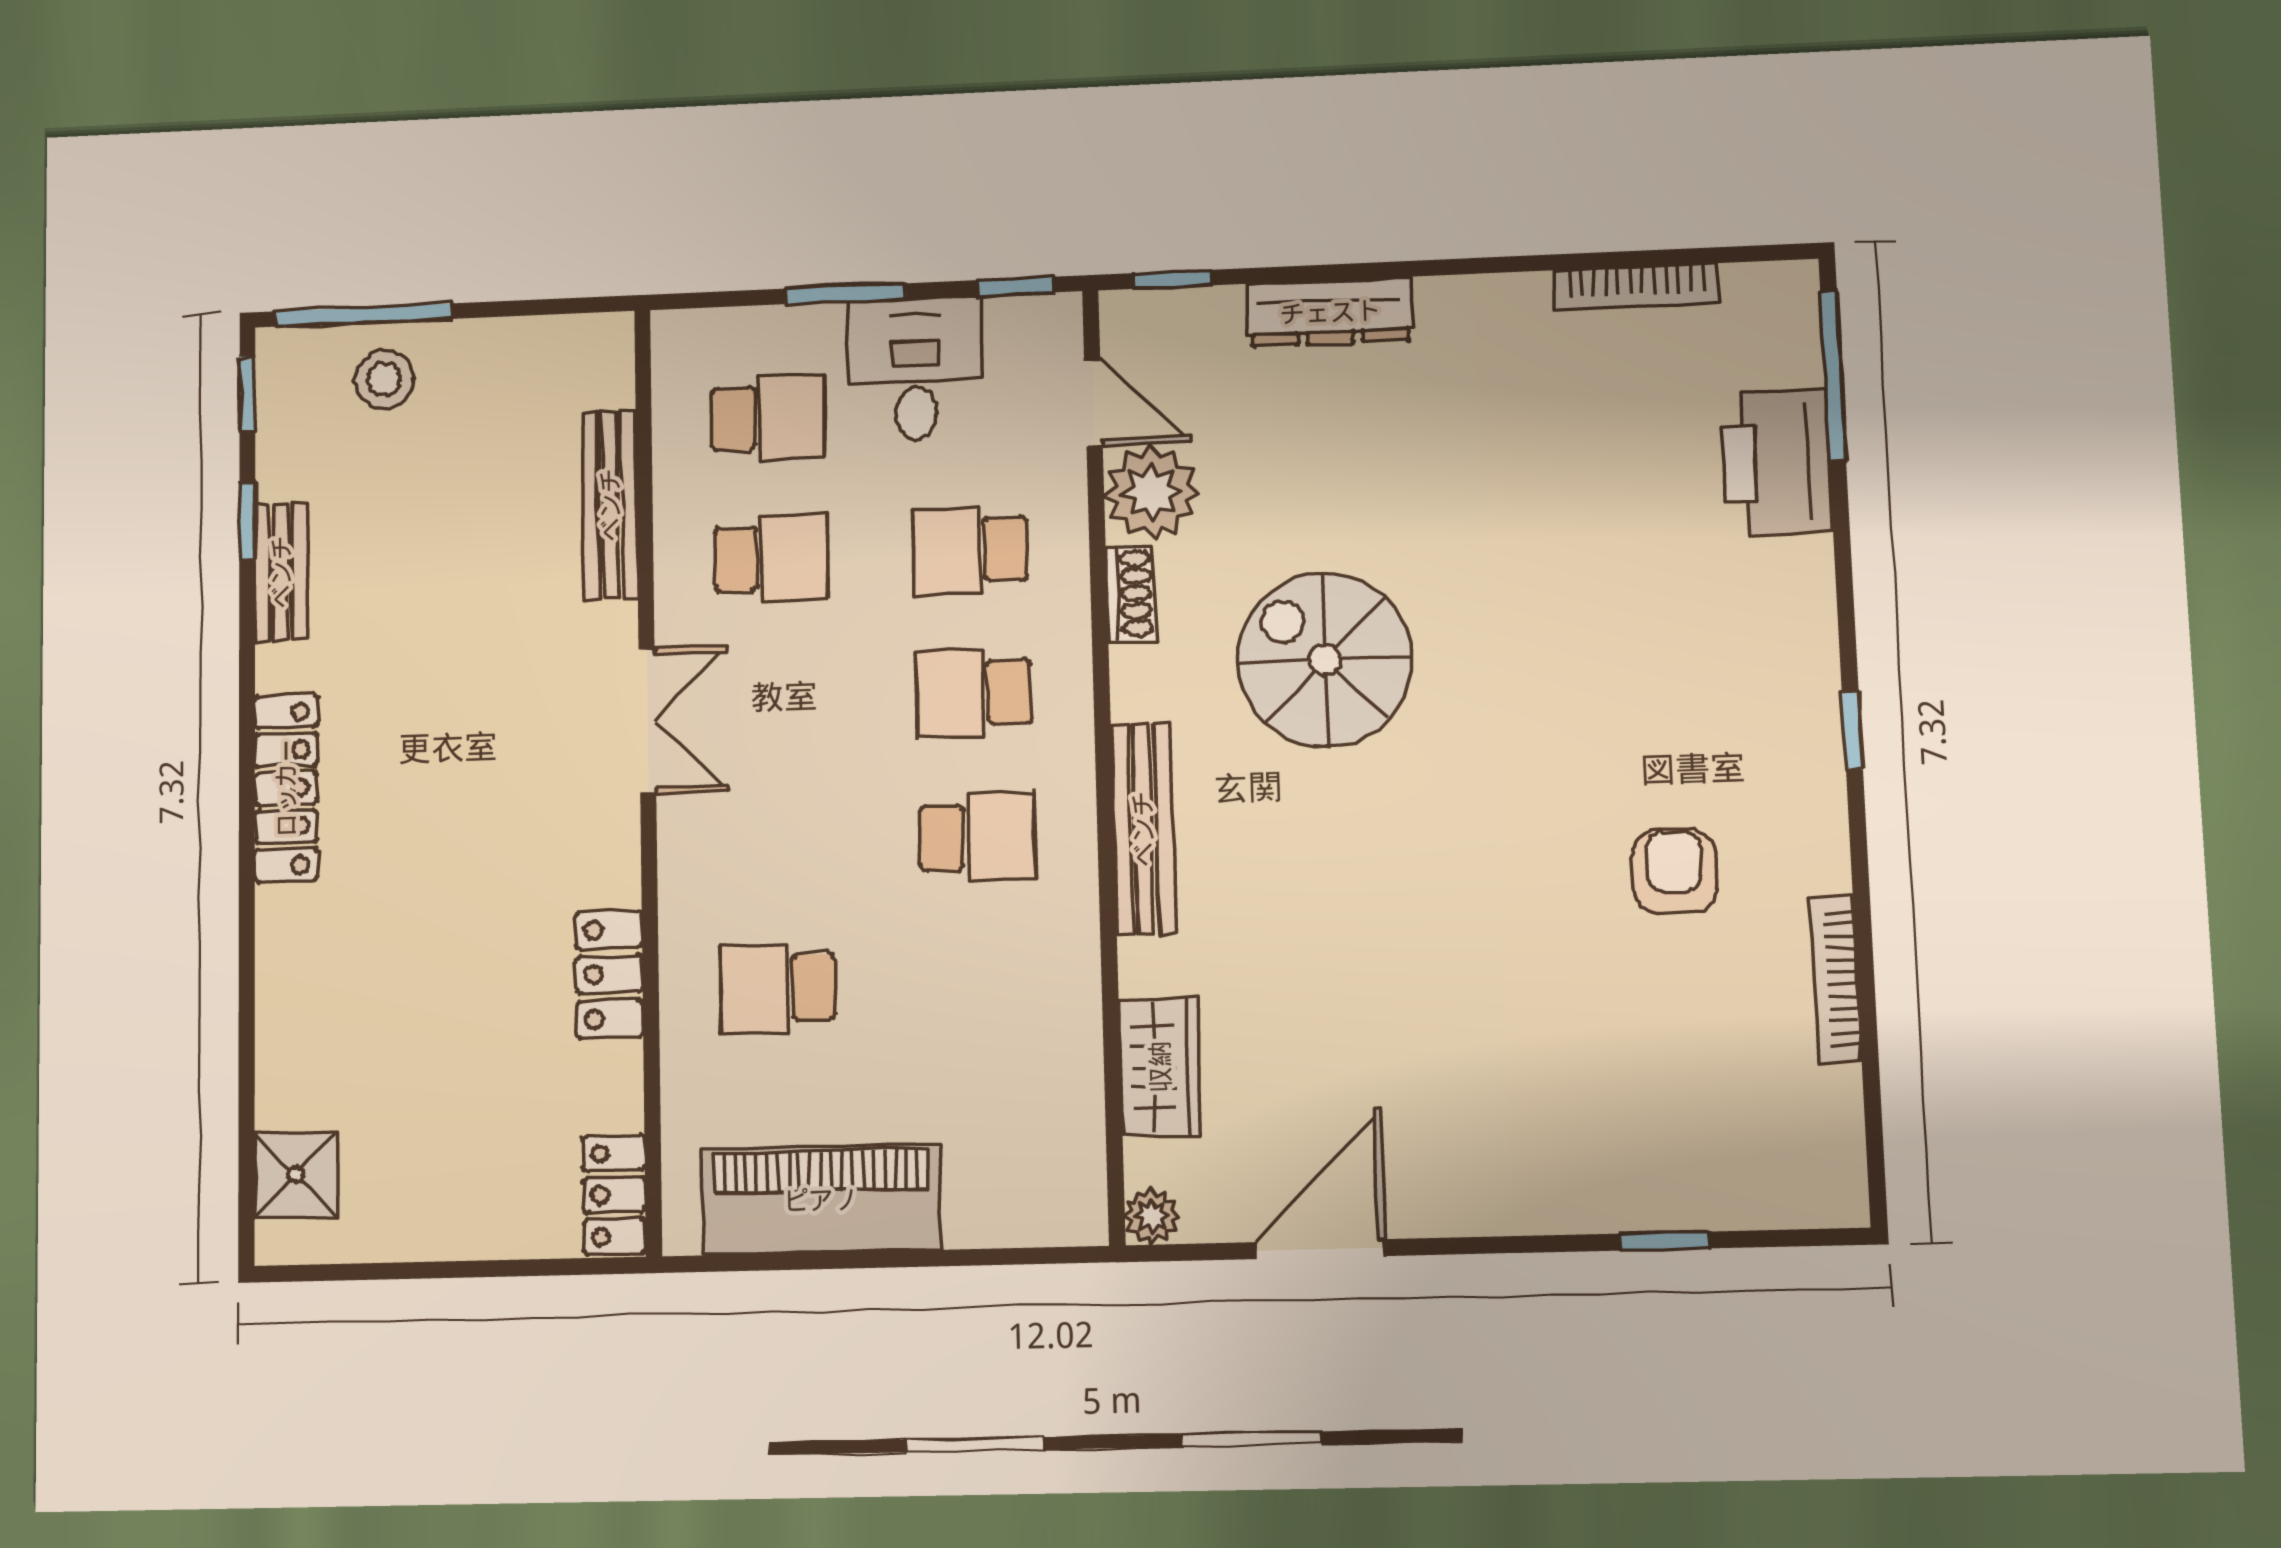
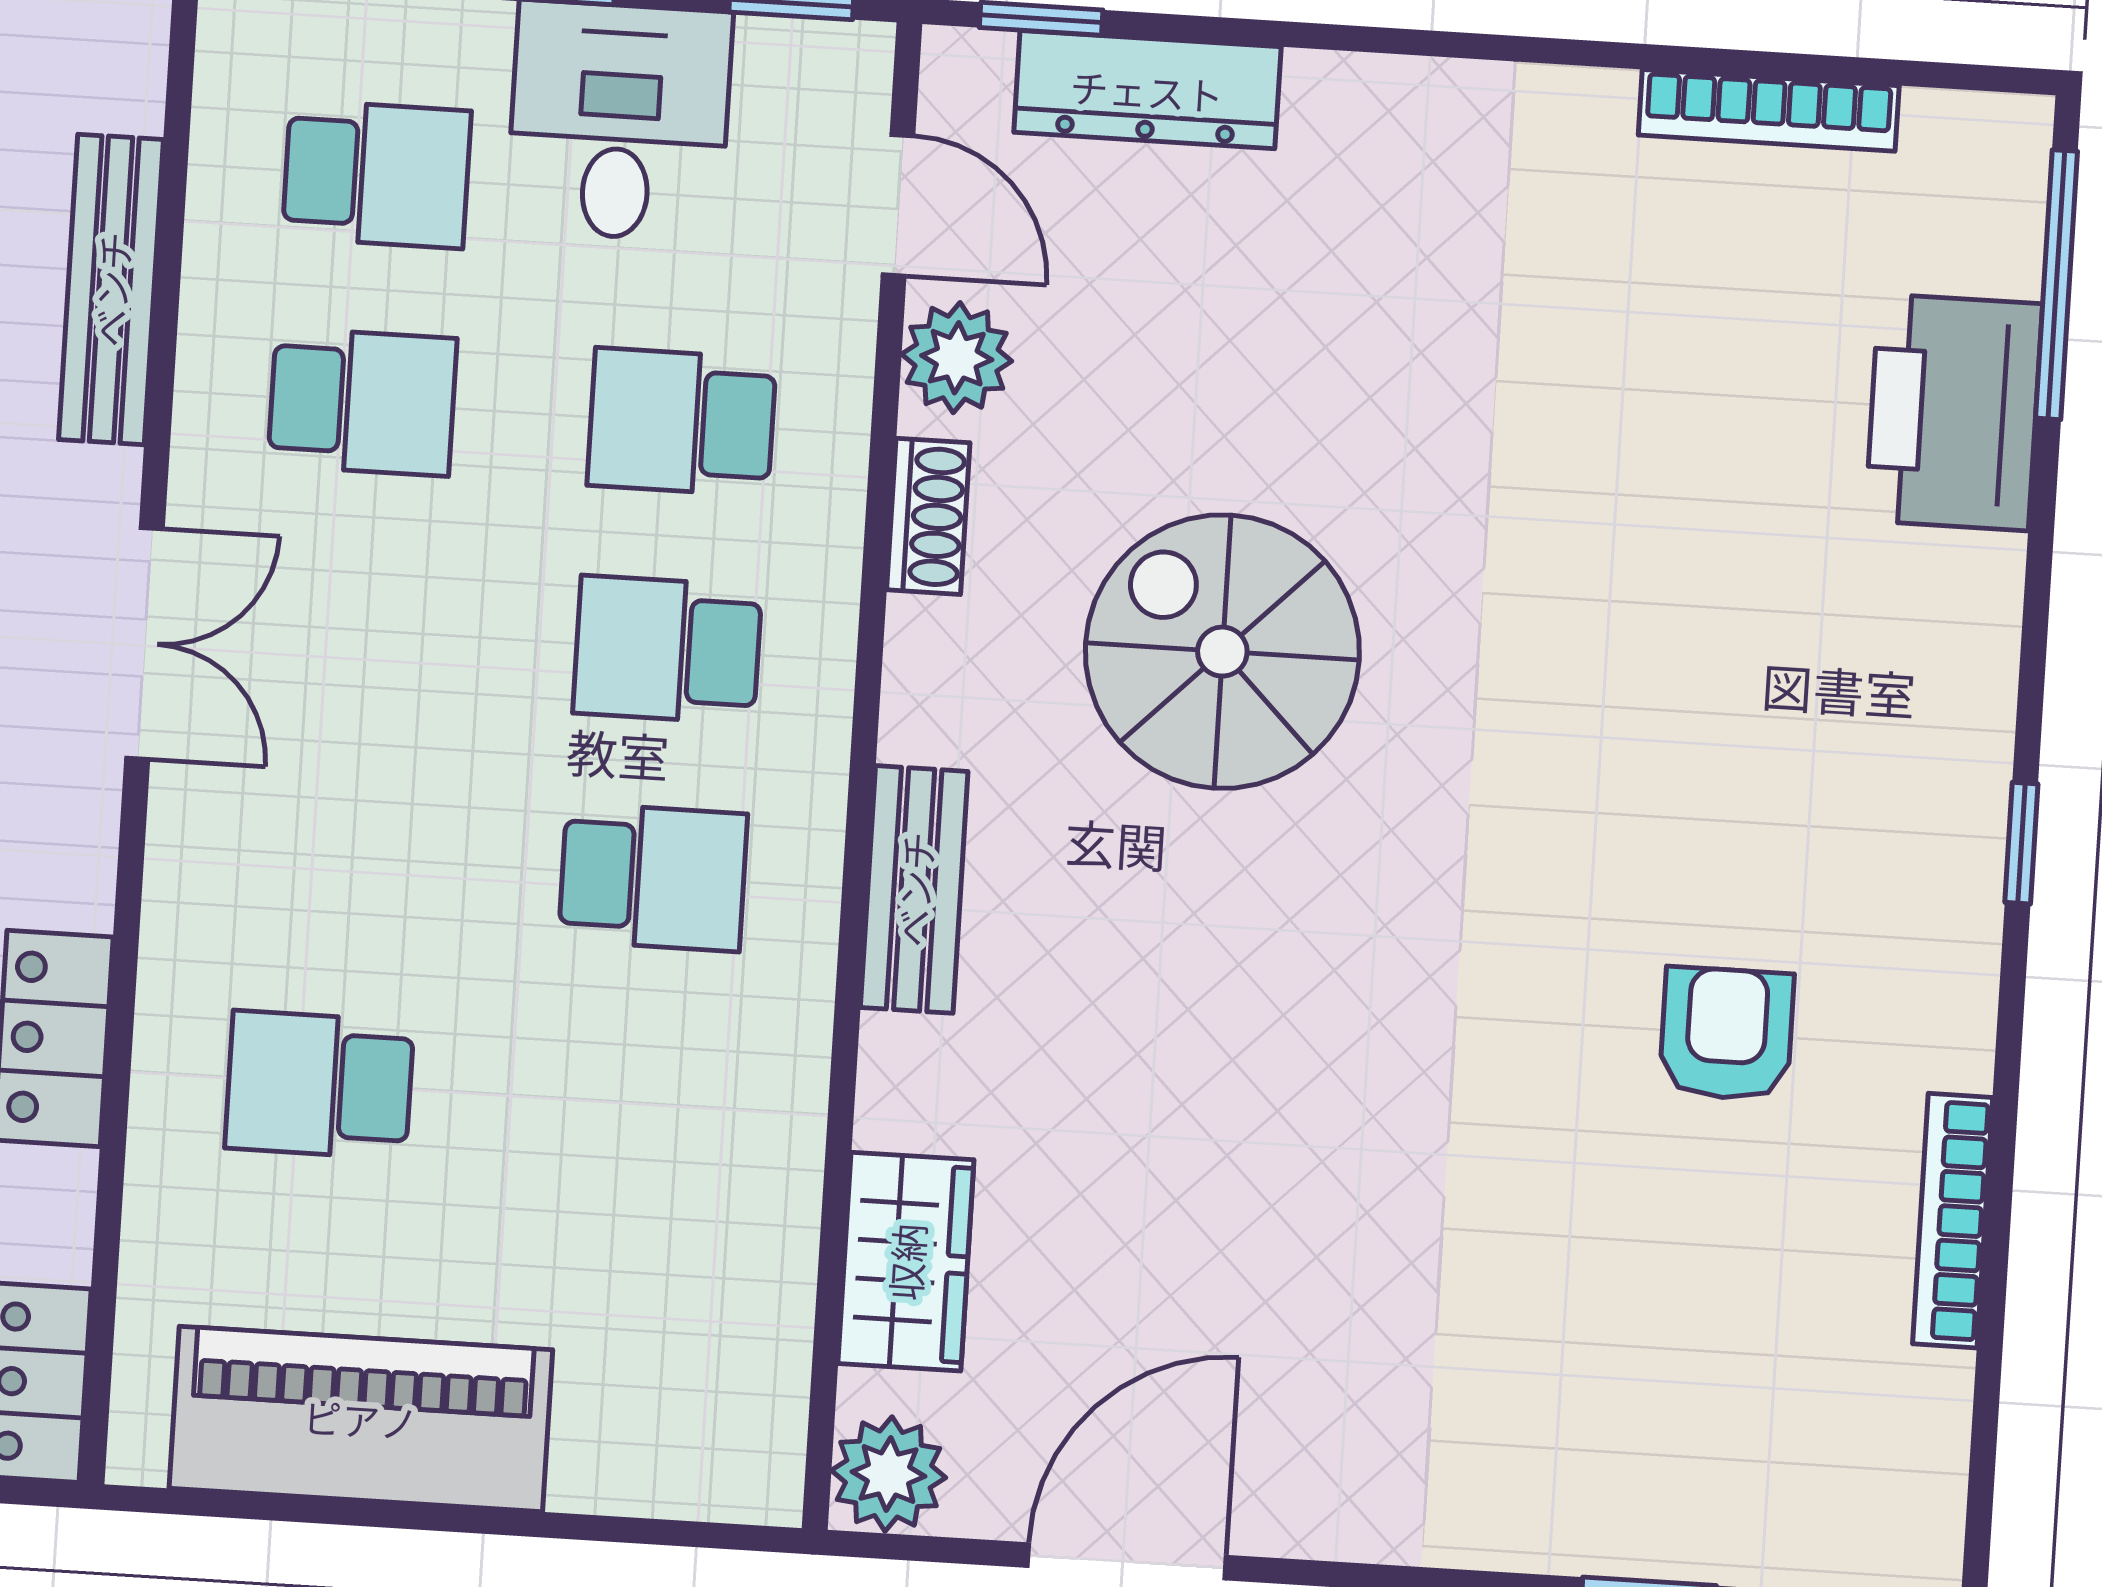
dresser: (1330, 312) -> (1147, 90), moved
plant: (1152, 493) -> (957, 358), width x0.73, depth x0.73
bench: (1143, 829) -> (914, 889), width x0.73
plant: (1152, 1216) -> (888, 1474), width x1.38, depth x1.38

